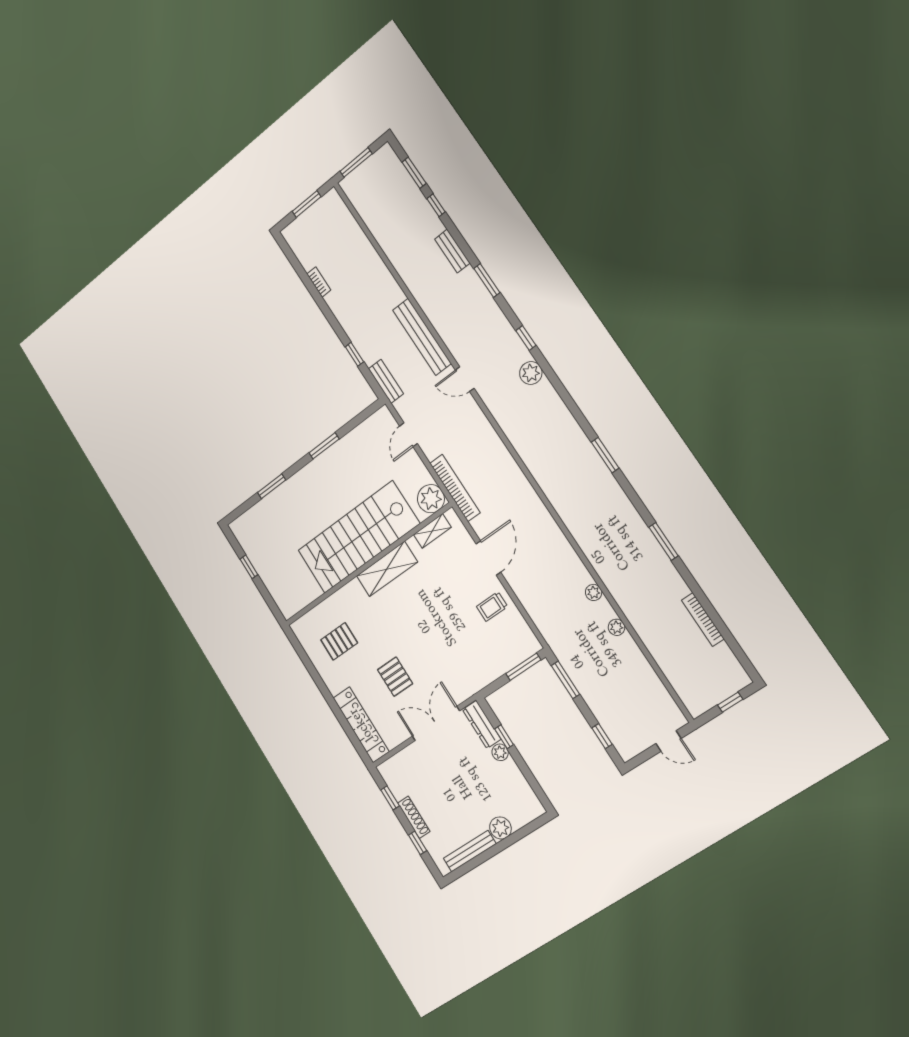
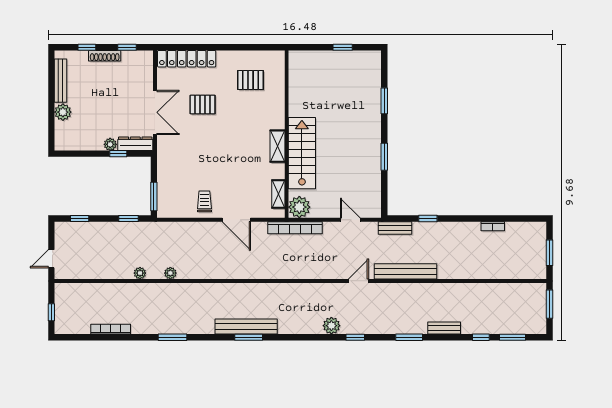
bench: (595, 466) -> (246, 326), added
stairs: (358, 537) -> (302, 153), width x0.73, depth x0.66
shelving: (387, 569) -> (277, 146), width x0.67, depth x0.75
pallet: (339, 641) -> (251, 80), turned 90
window: (565, 680) -> (128, 219), width x0.67

